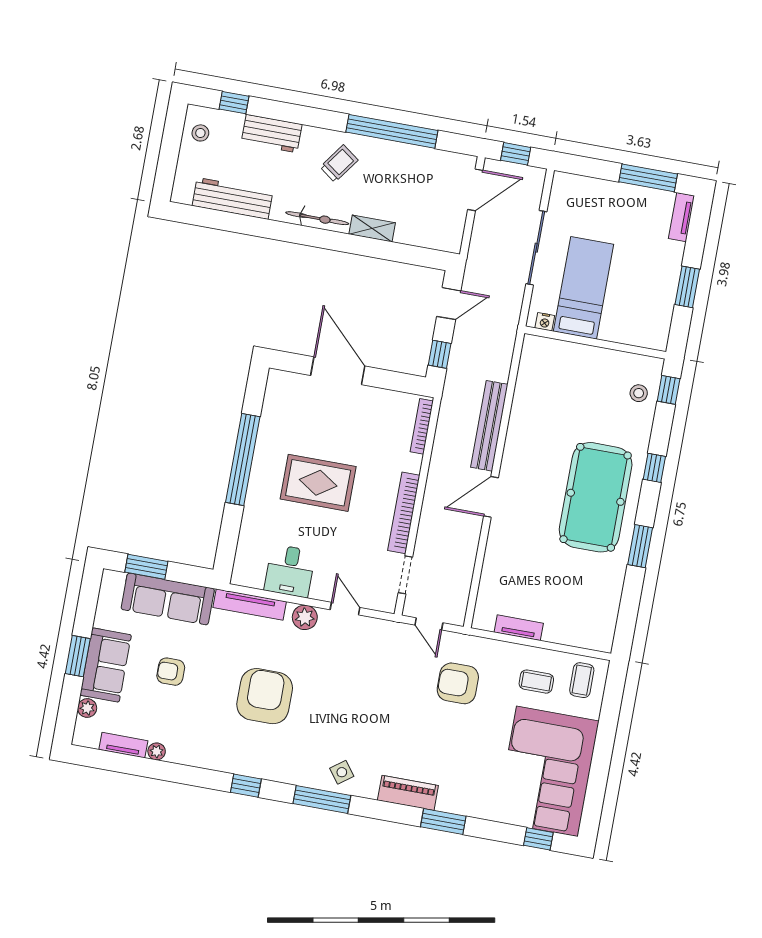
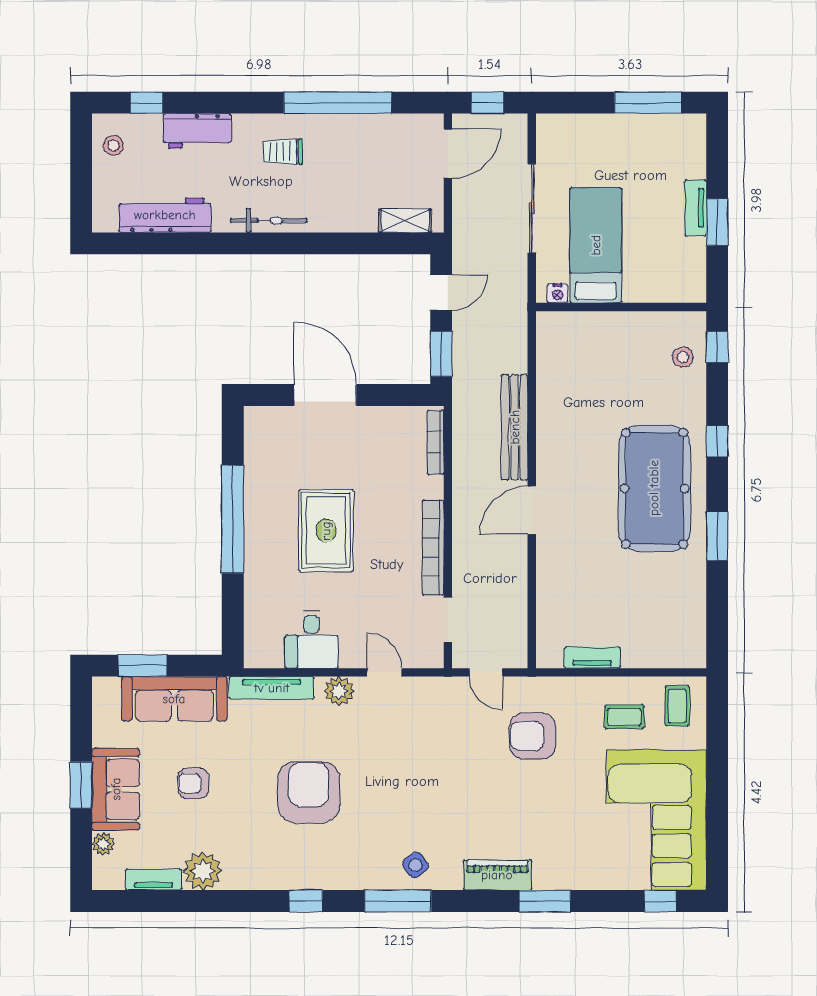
trolley: (339, 164) -> (283, 152), turned -126
tv unit: (682, 217) -> (696, 208), moved
shelving: (372, 228) -> (405, 221), moved
window: (440, 354) -> (441, 354), width x1.50
rug: (318, 483) -> (326, 531), turned 90
plant: (157, 751) -> (203, 871), width x1.87, depth x1.87

